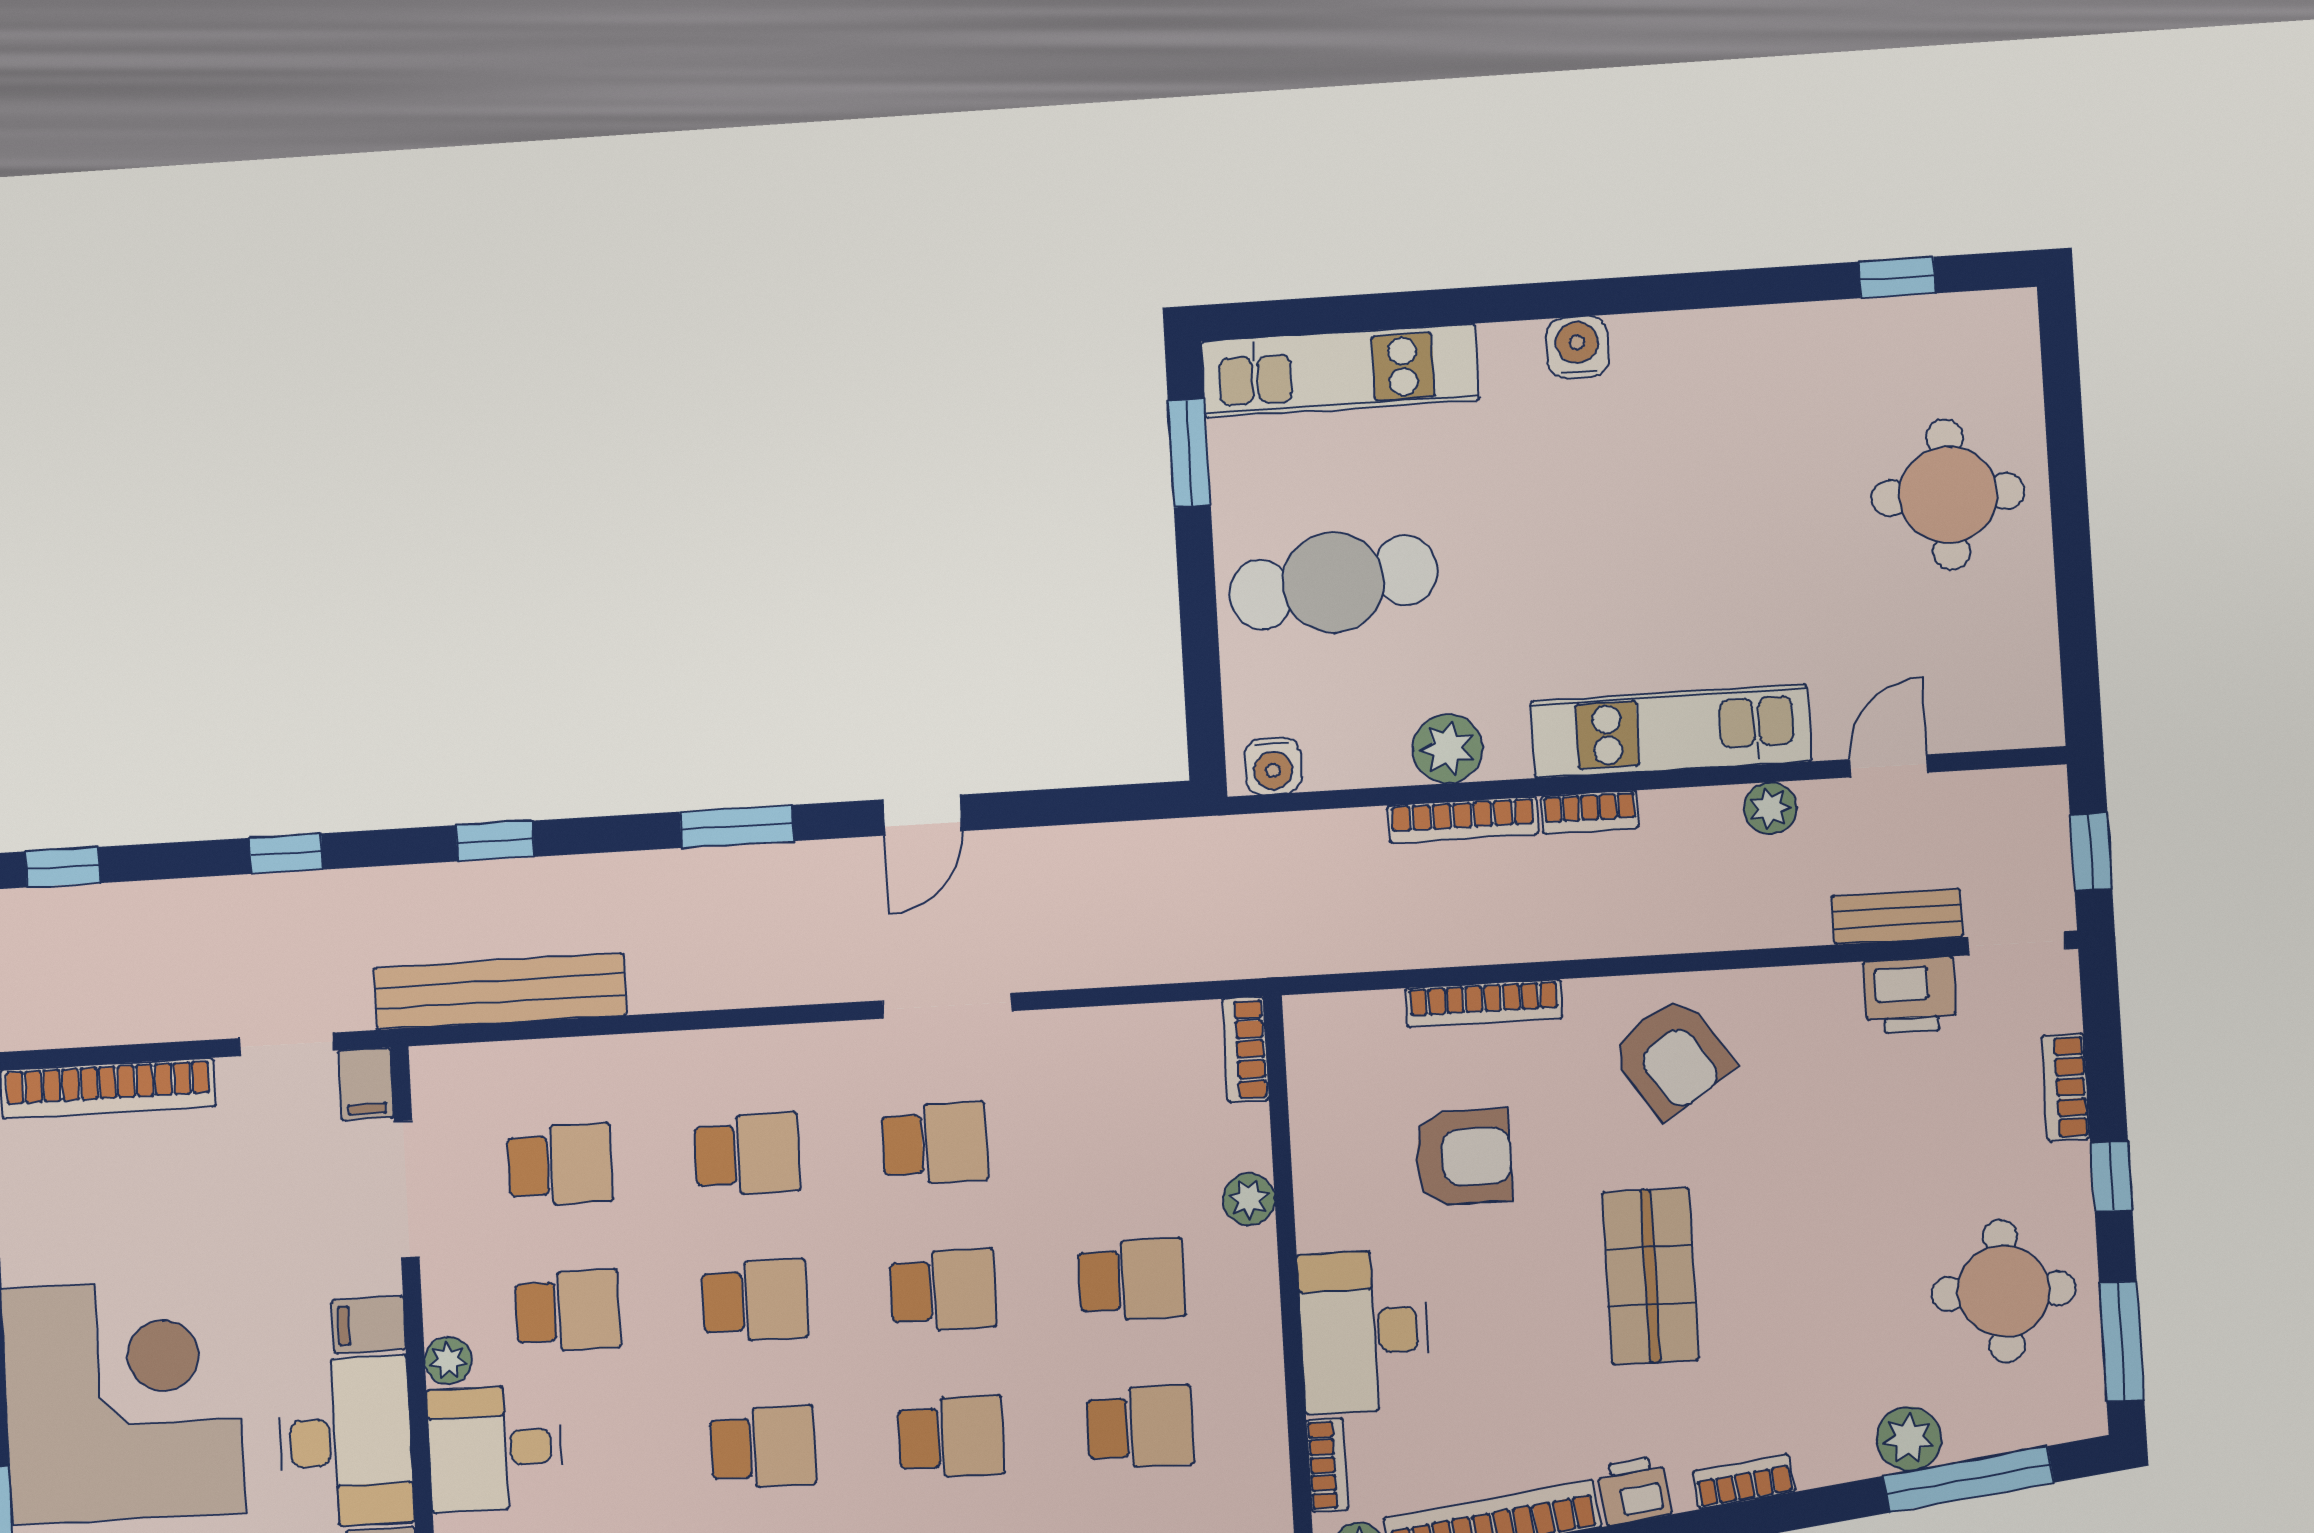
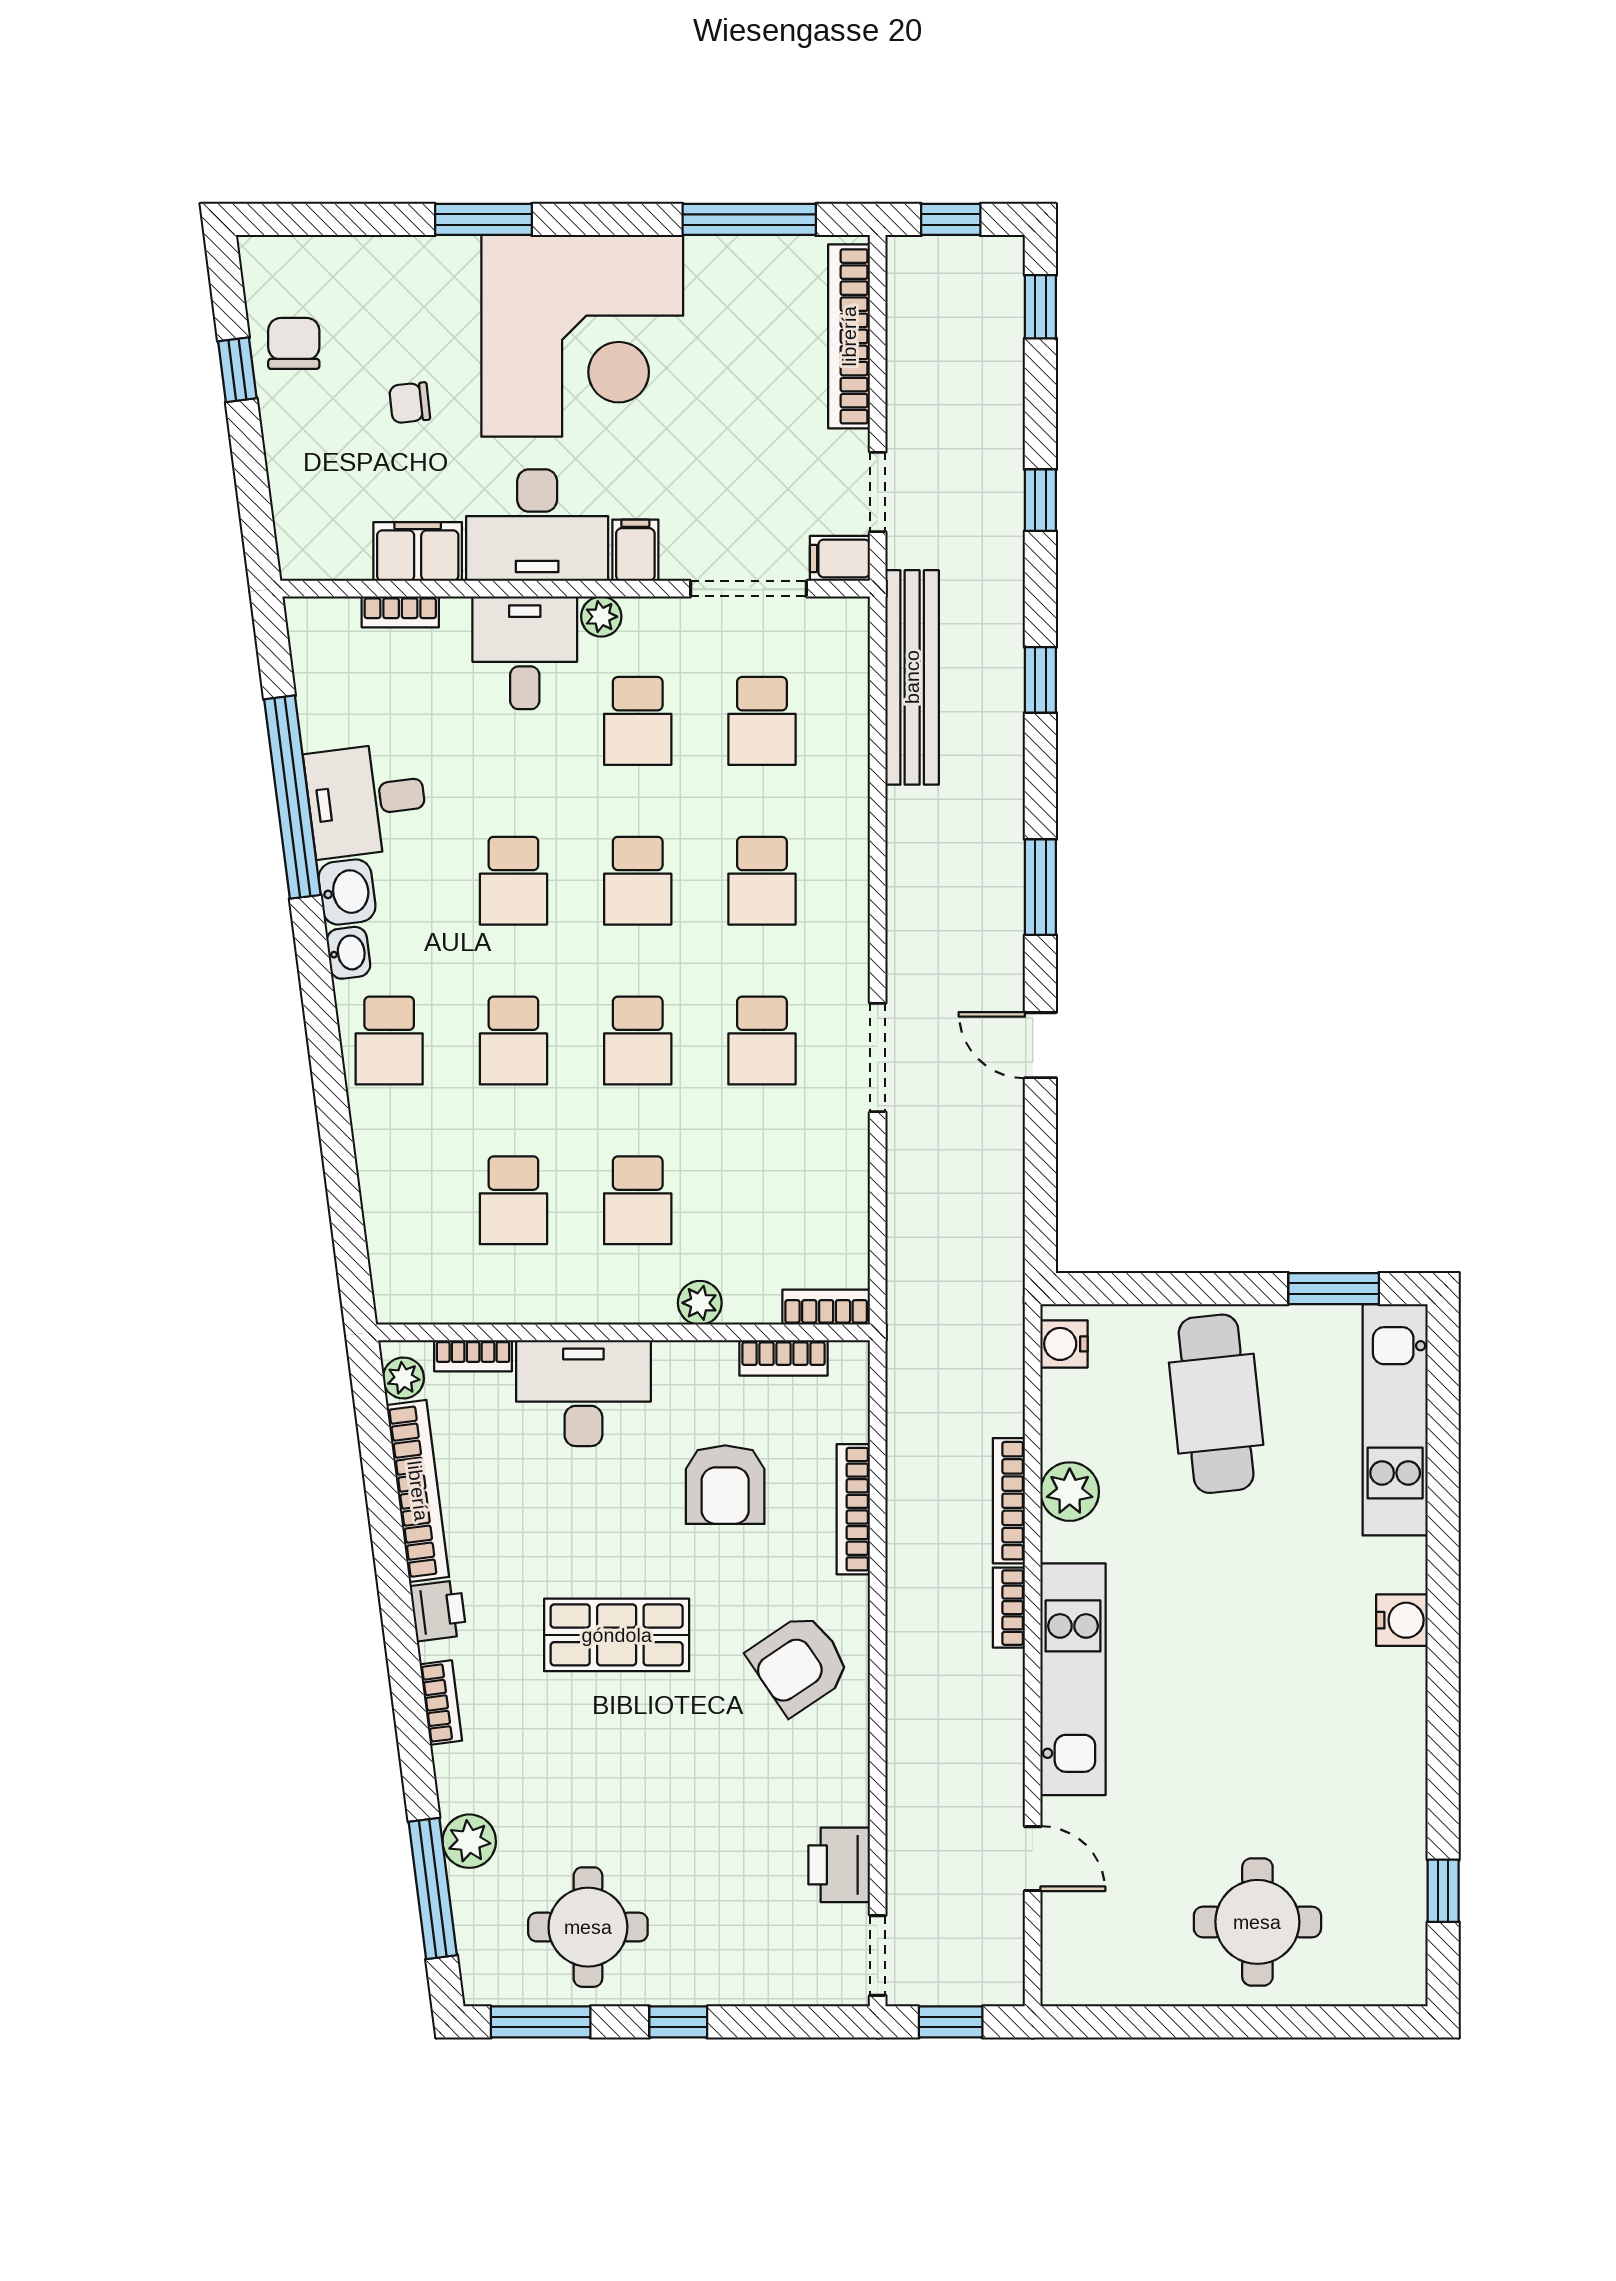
plant: (1770, 808) -> (1003, 1758), removed
bench: (1897, 917) -> (906, 1858), removed
bookcase: (2066, 1087) -> (784, 1358), moved, turned 180

